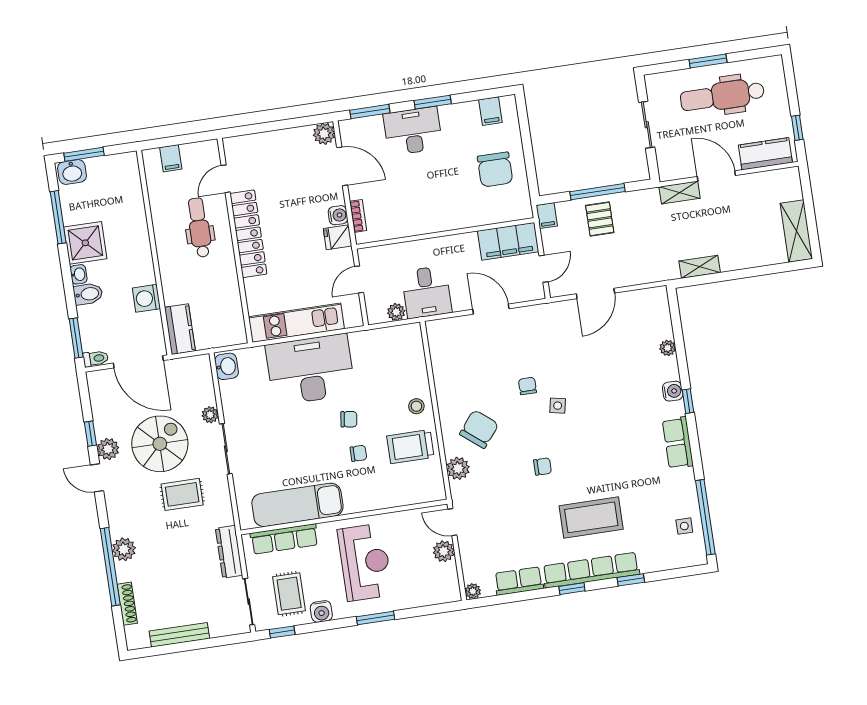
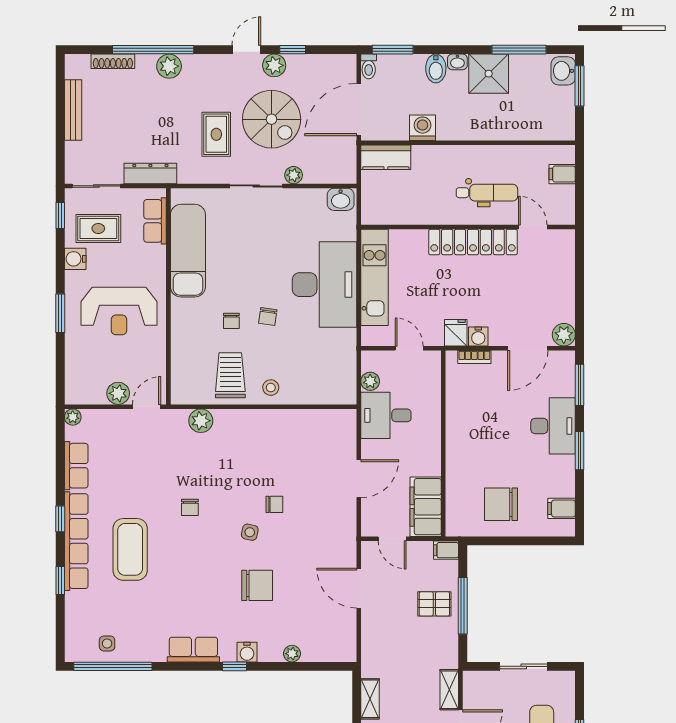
chair: (479, 429) -> (257, 585), moved, turned -39
row of seats: (284, 539) -> (155, 221), width x0.68

